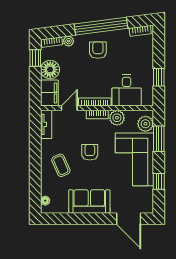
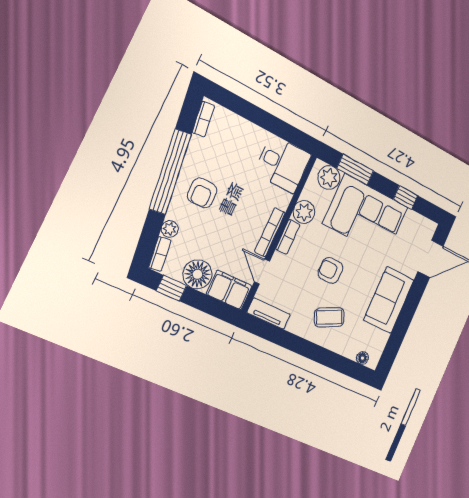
armchair: (98, 50) -> (202, 193), turned -90
window: (159, 77) -> (278, 127), removed
desk: (127, 90) -> (283, 164), moved

